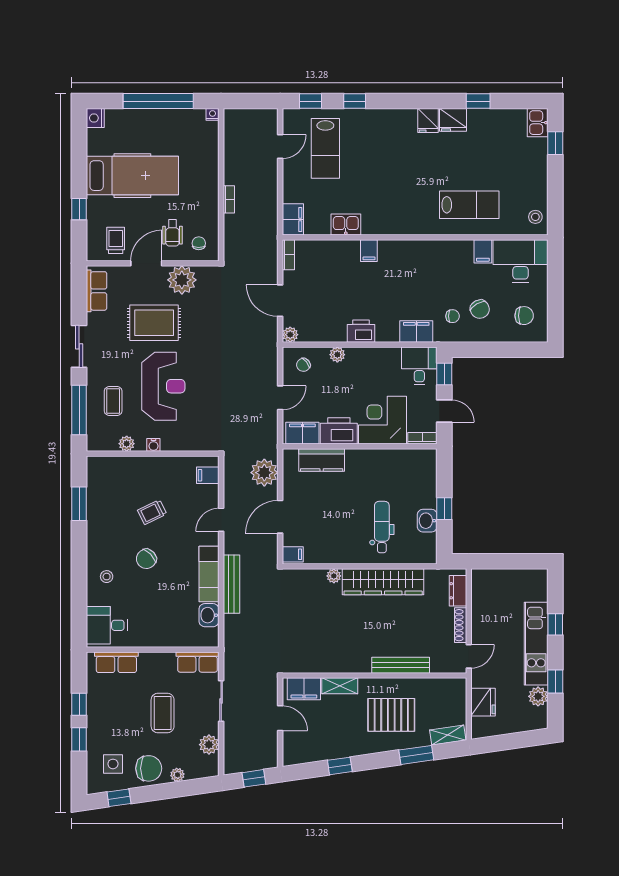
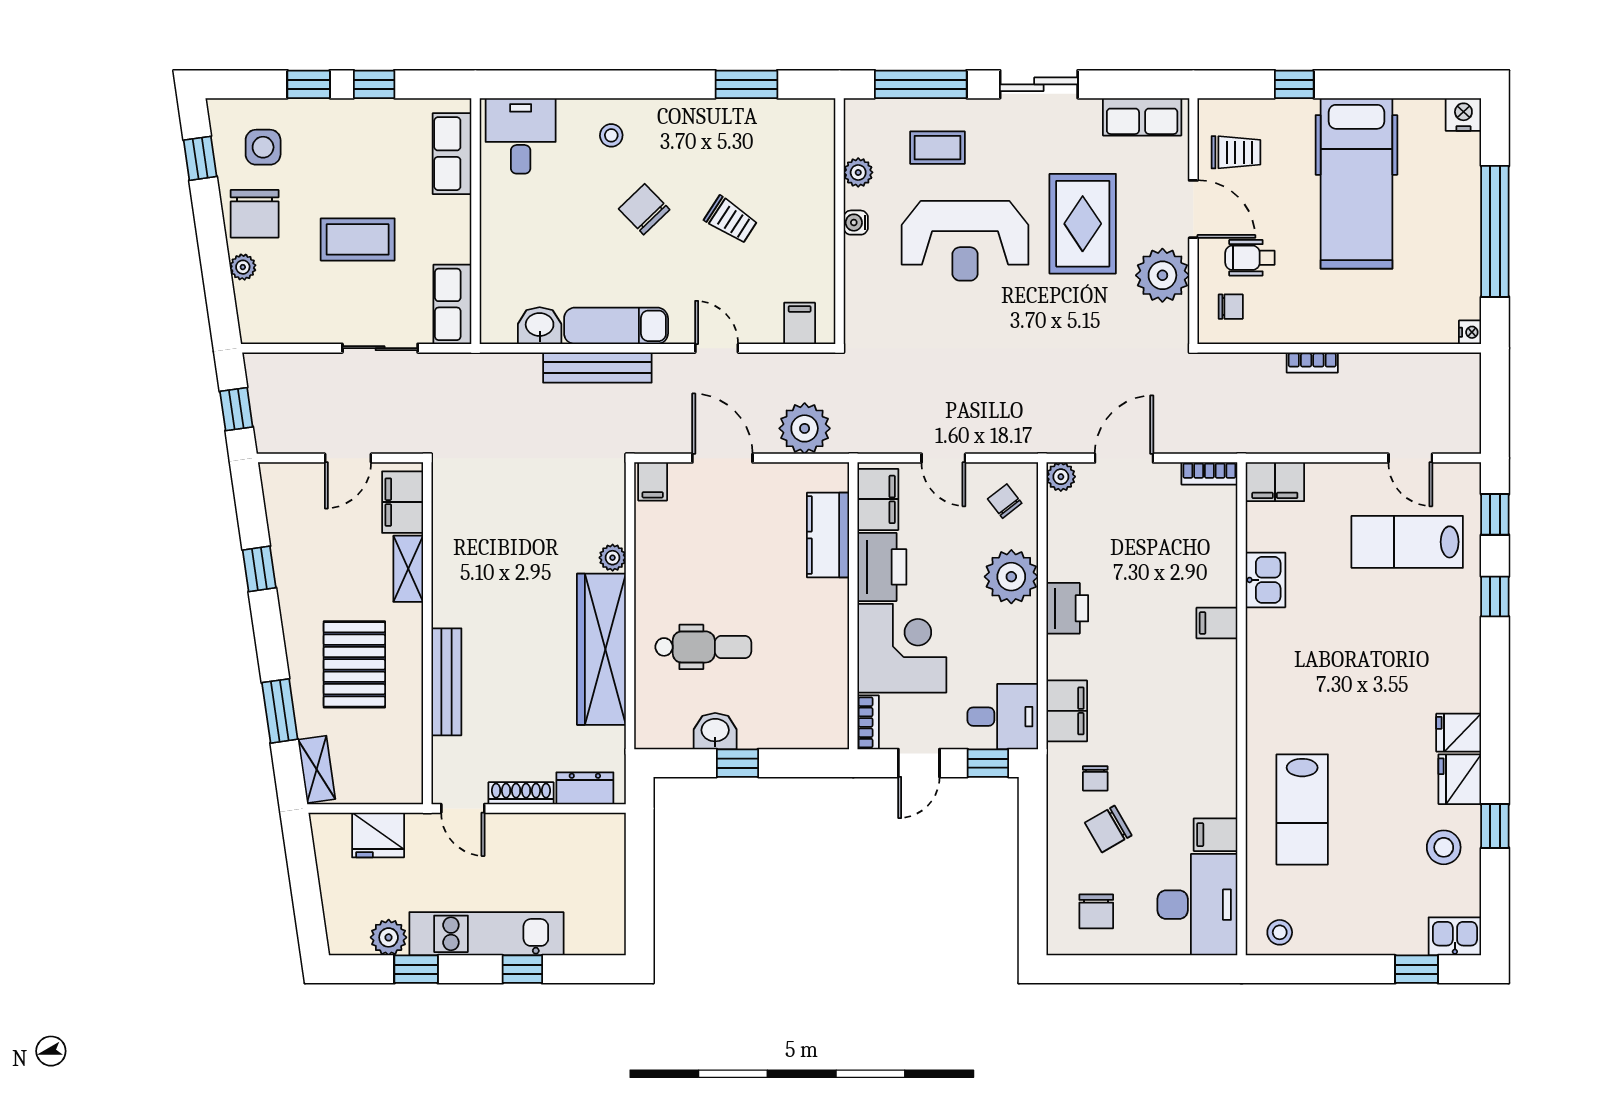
stool: (490, 129) -> (1444, 847), added
plant: (337, 355) -> (1011, 577), width x1.88, depth x1.88
trolley: (152, 512) -> (731, 220), turned 149
plant: (209, 745) -> (299, 326), removed

